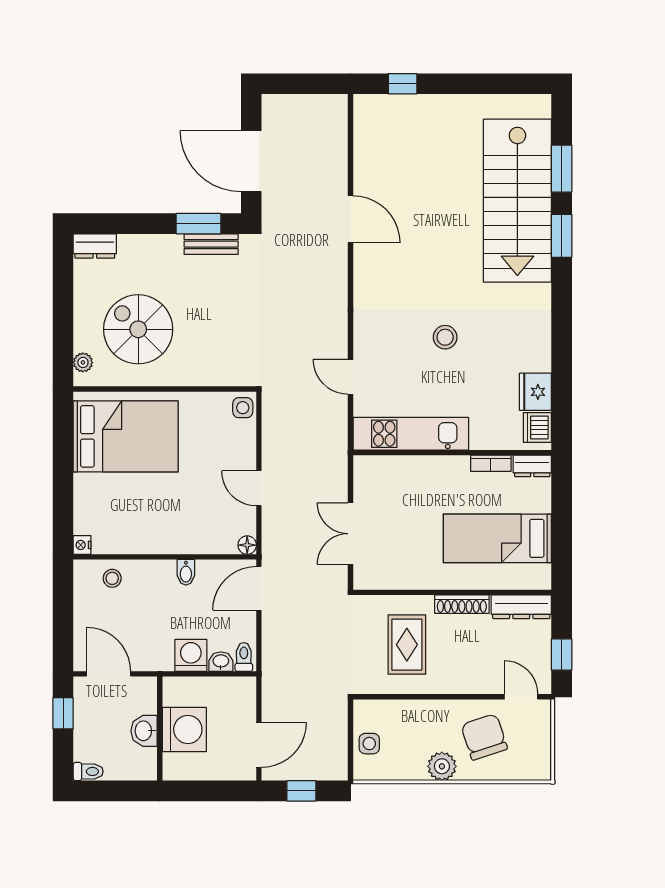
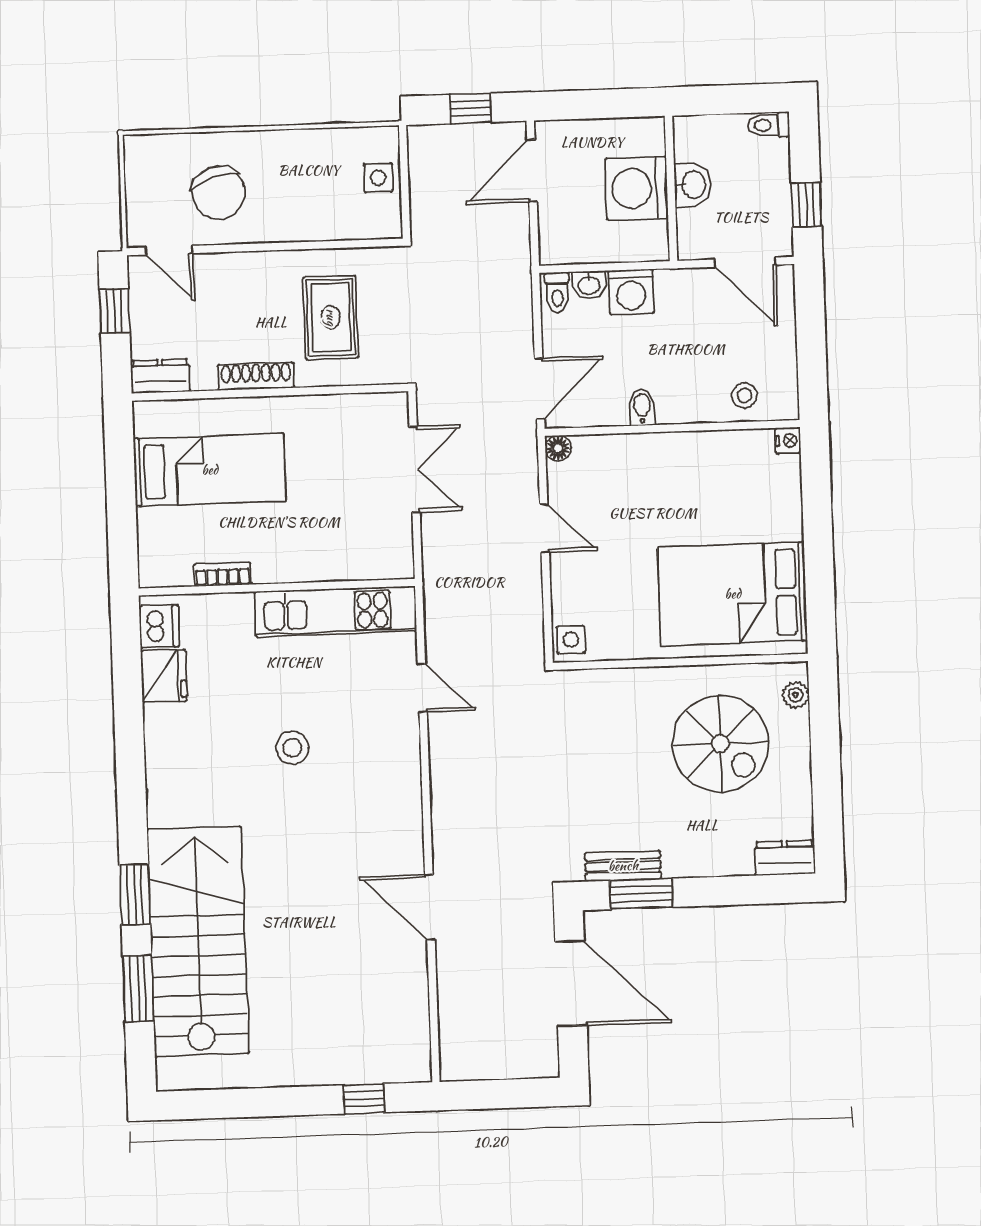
dresser: (532, 466) -> (165, 573), removed
dresser: (521, 607) -> (160, 376), width x0.70
plant: (442, 766) -> (276, 150), removed

